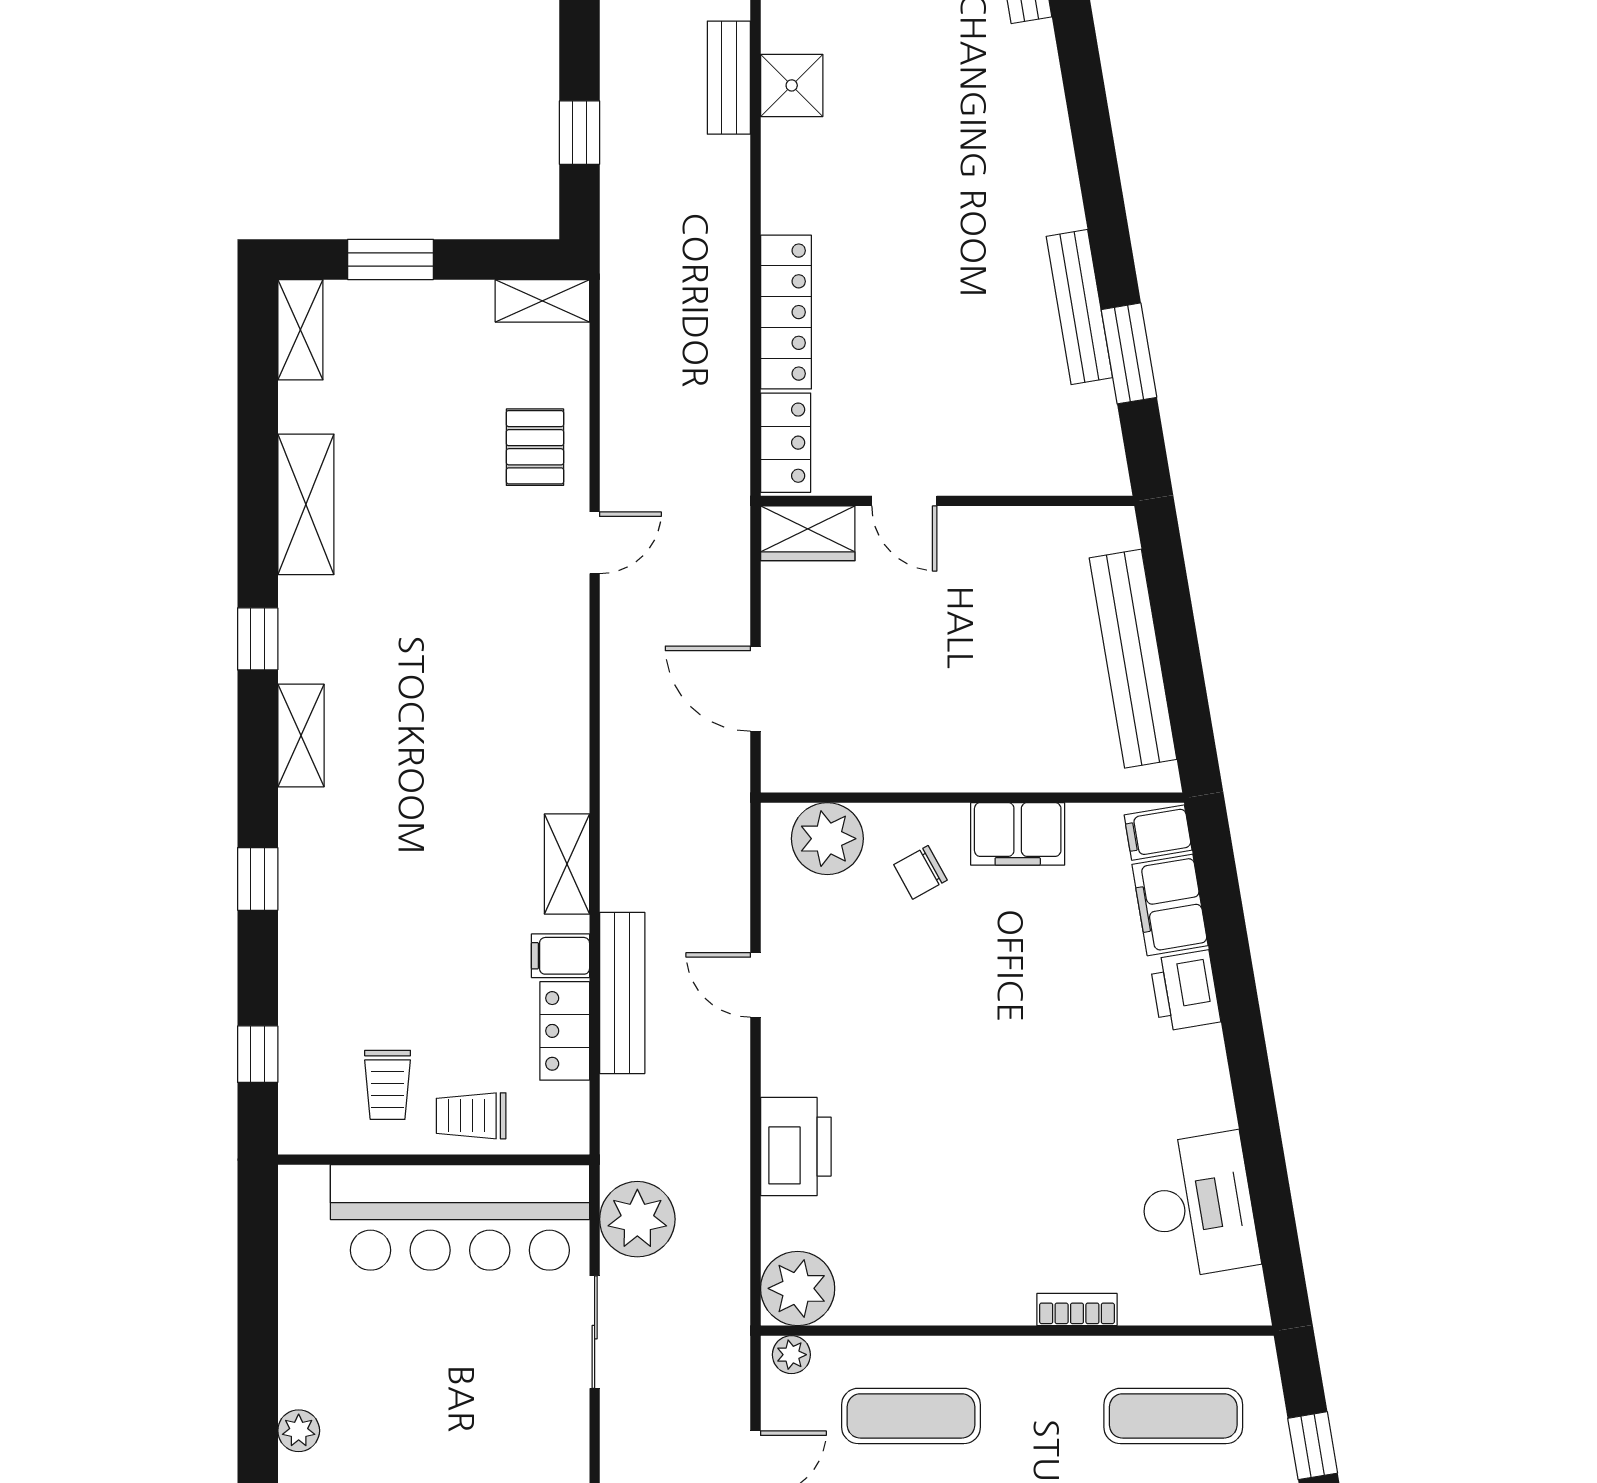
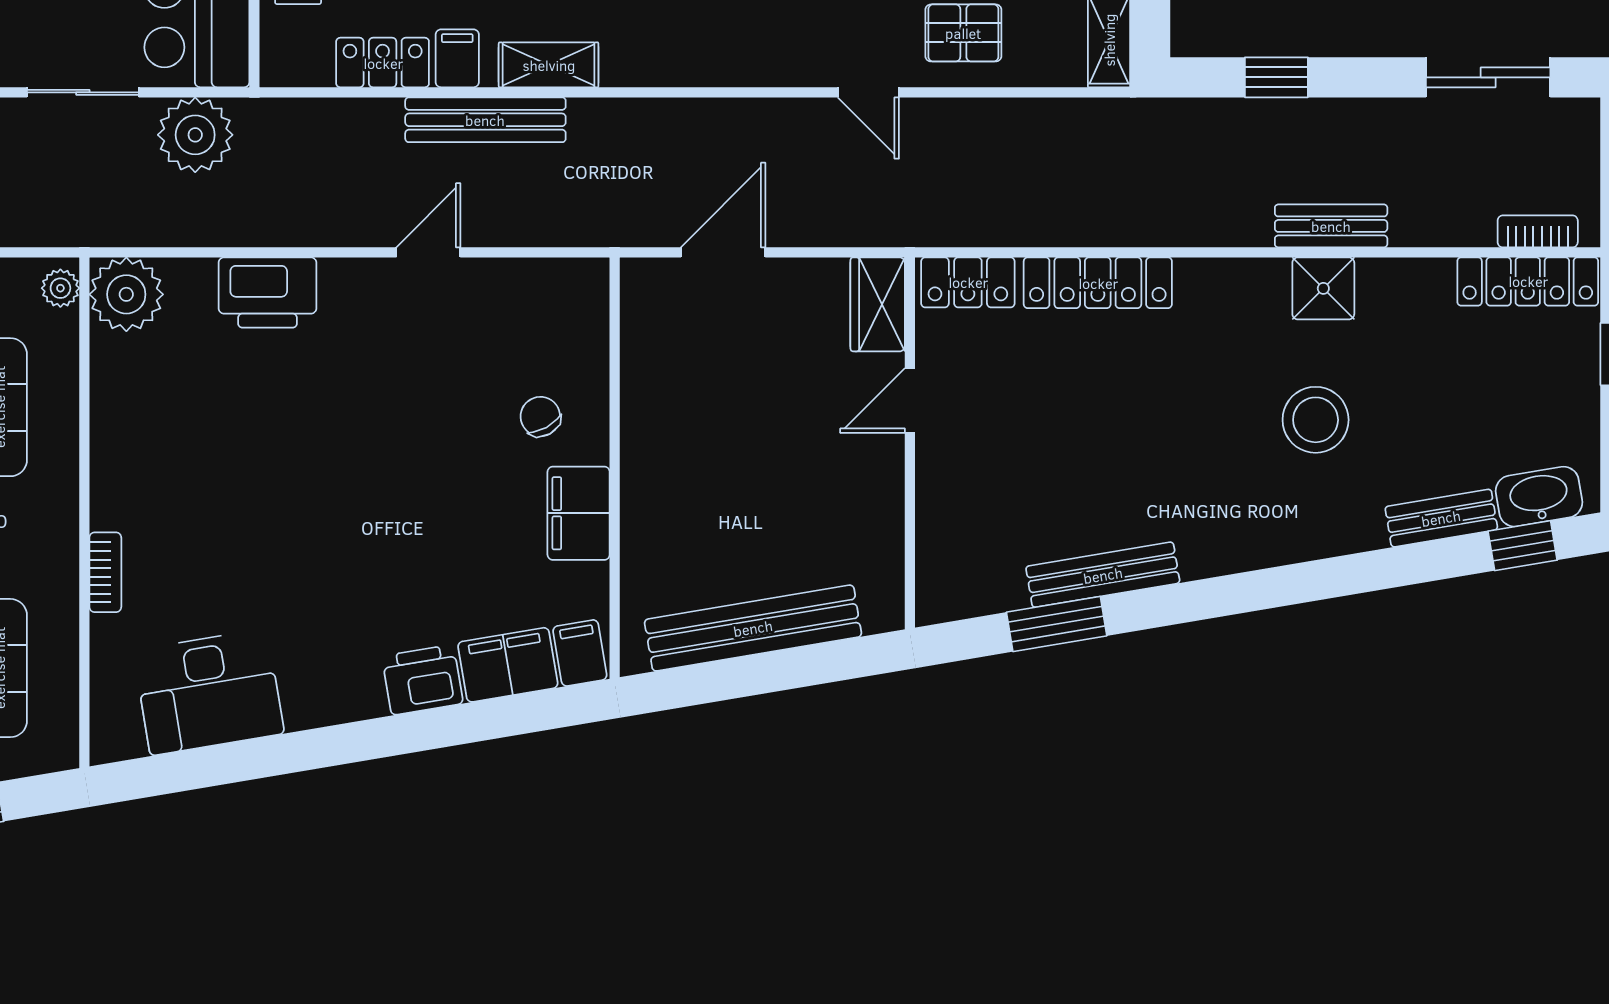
stool: (924, 93) -> (1316, 420), added
plant: (827, 839) -> (574, 324), removed
bench: (622, 993) -> (485, 120), moved

